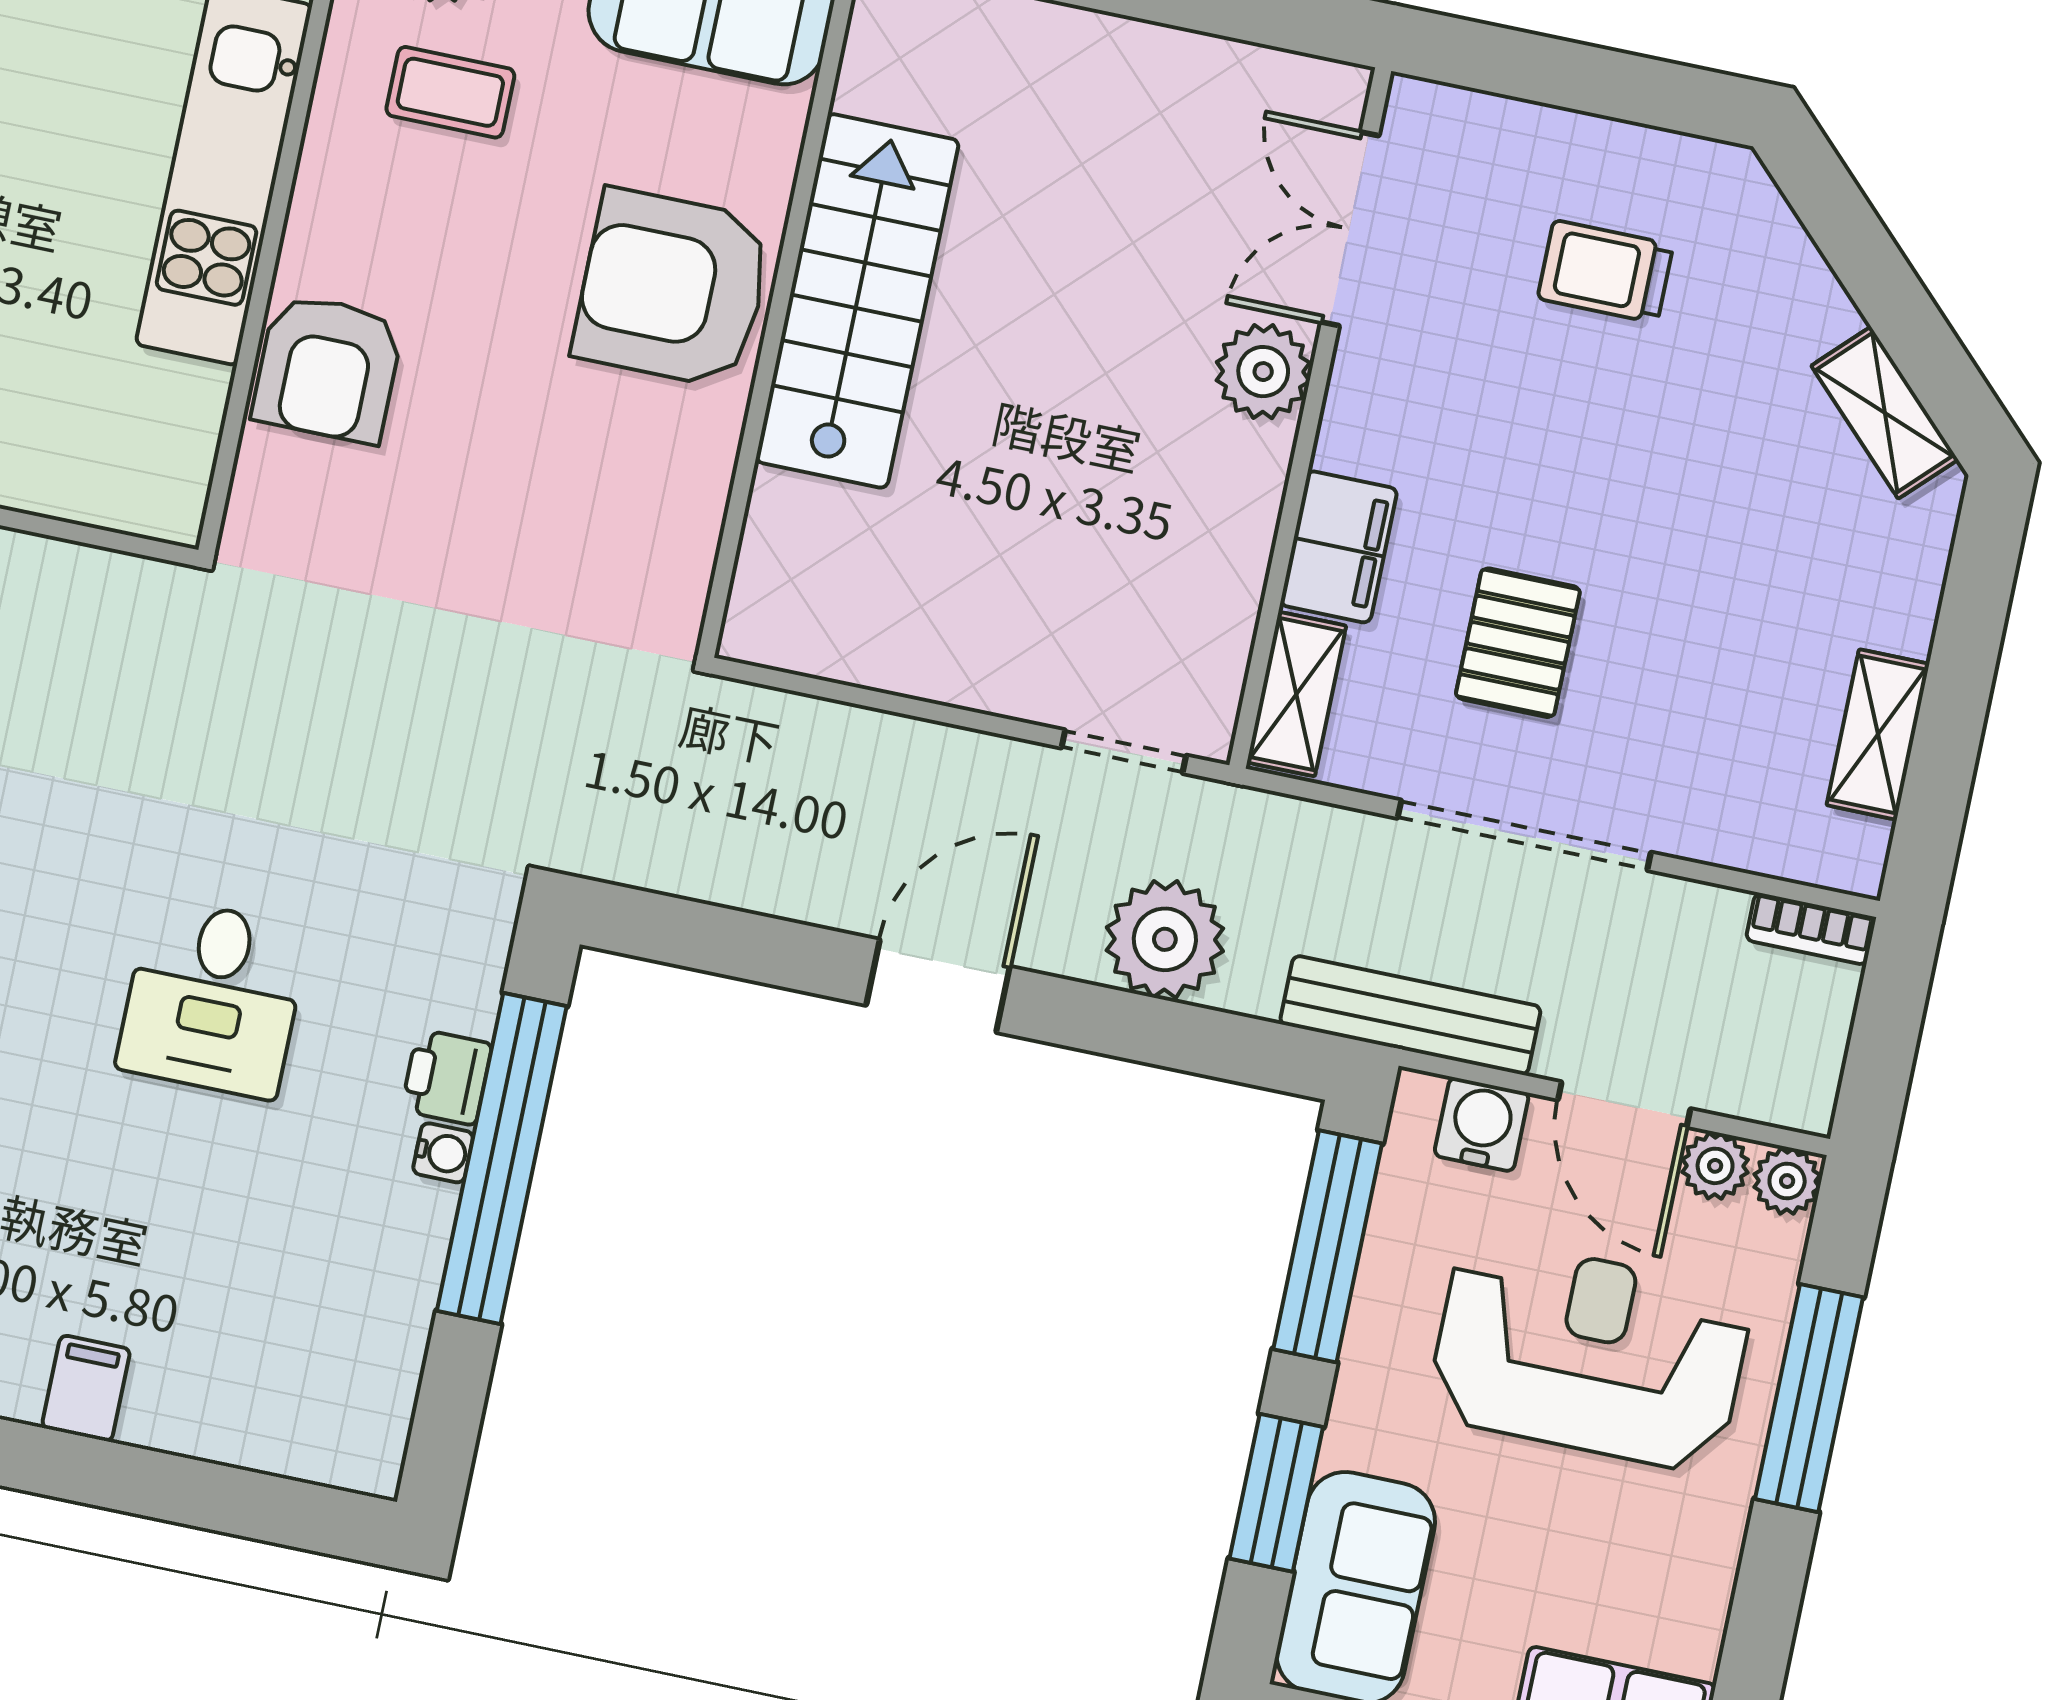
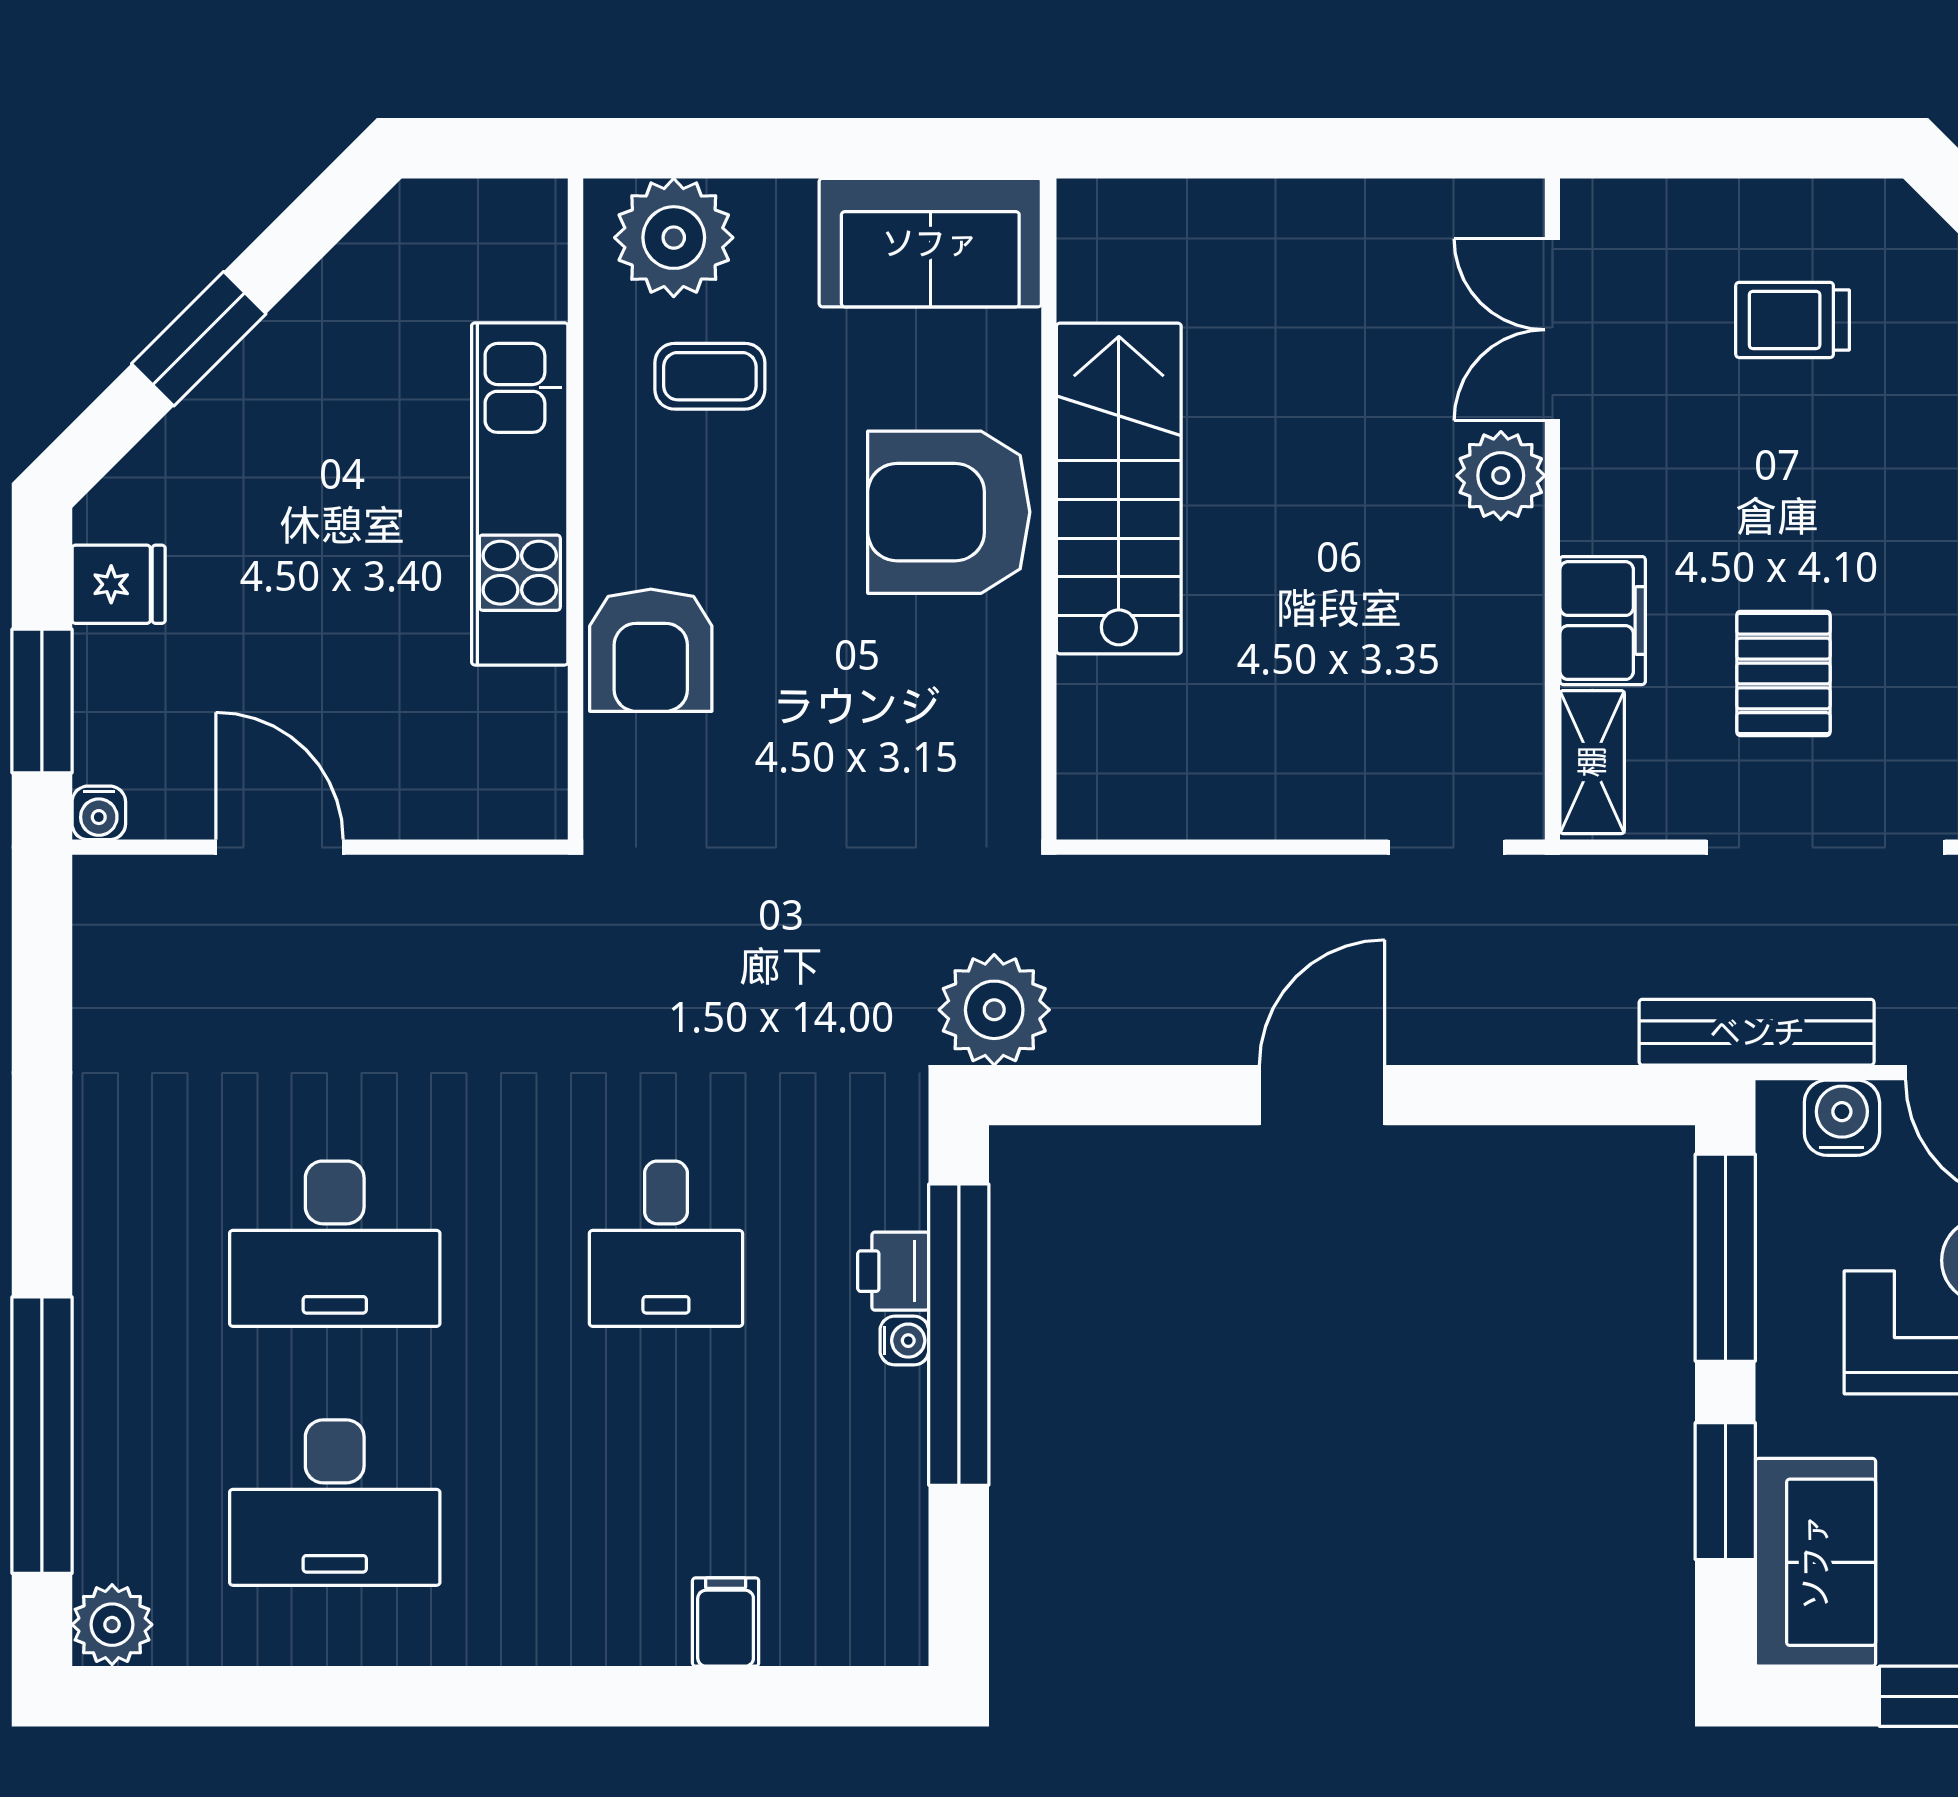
plant: (1165, 939) -> (994, 1010), moved
filing cabinet: (86, 1388) -> (726, 1622), moved

